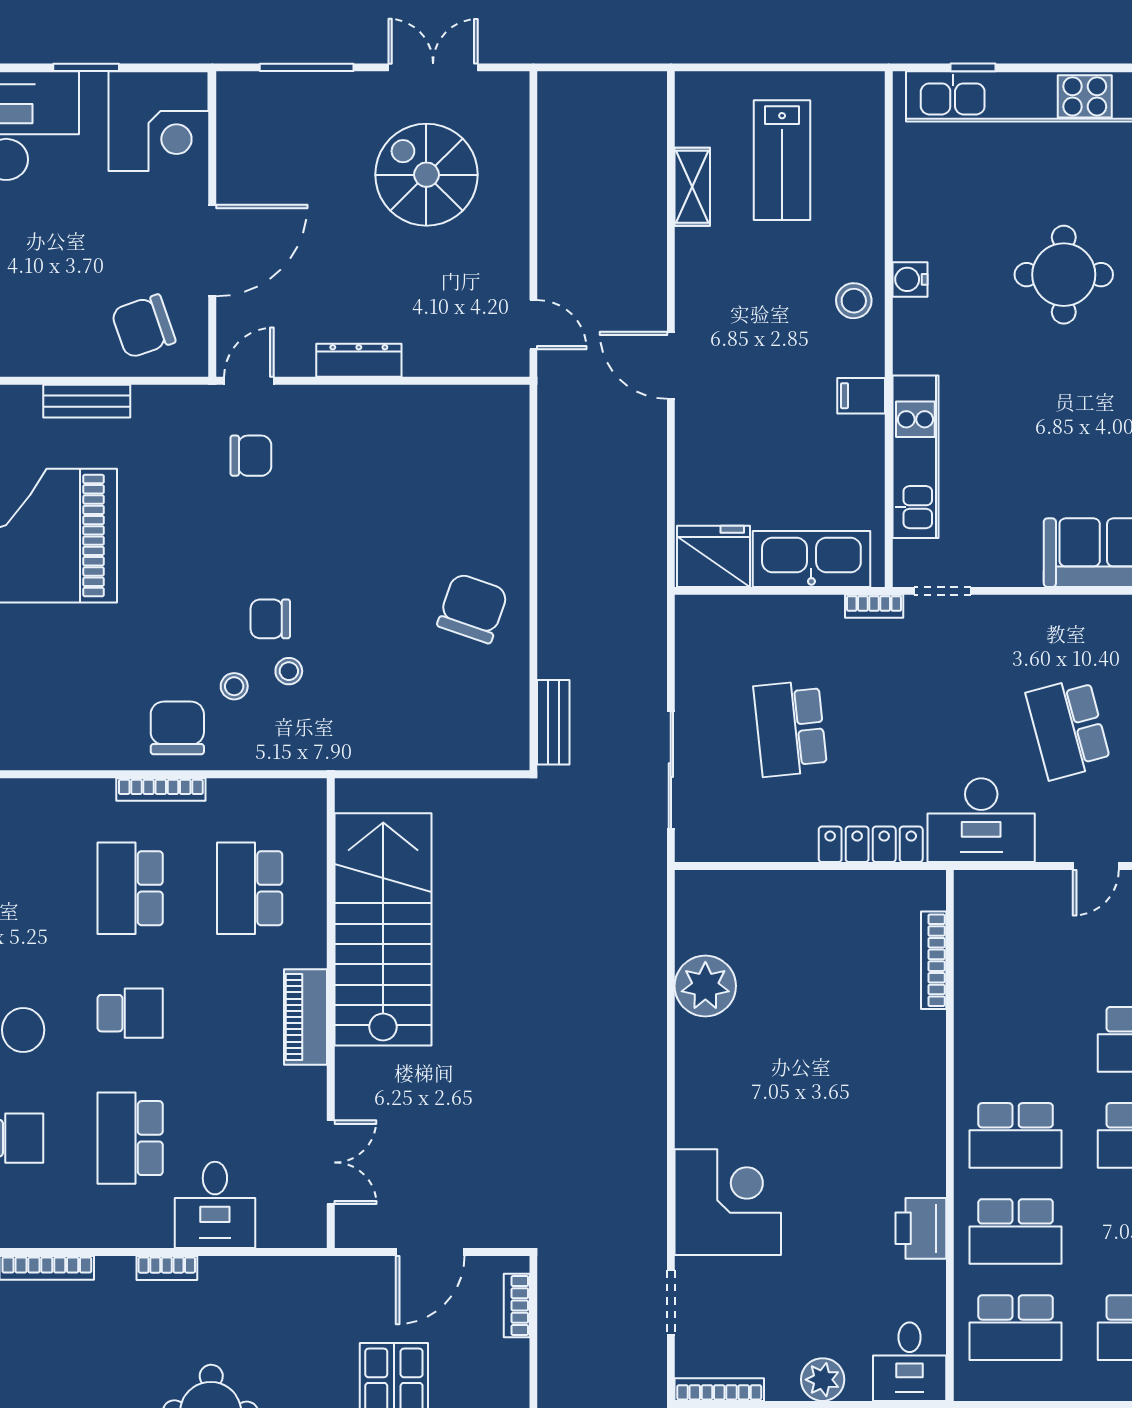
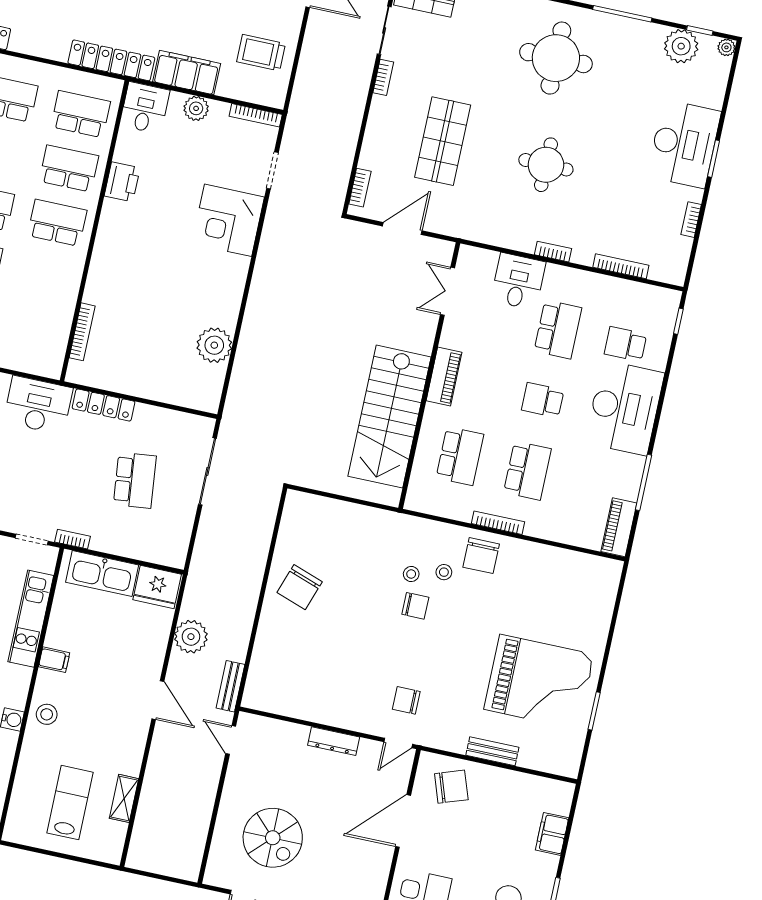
plant: (638, 485) -> (191, 637), added
bench: (553, 722) -> (230, 686), moved

